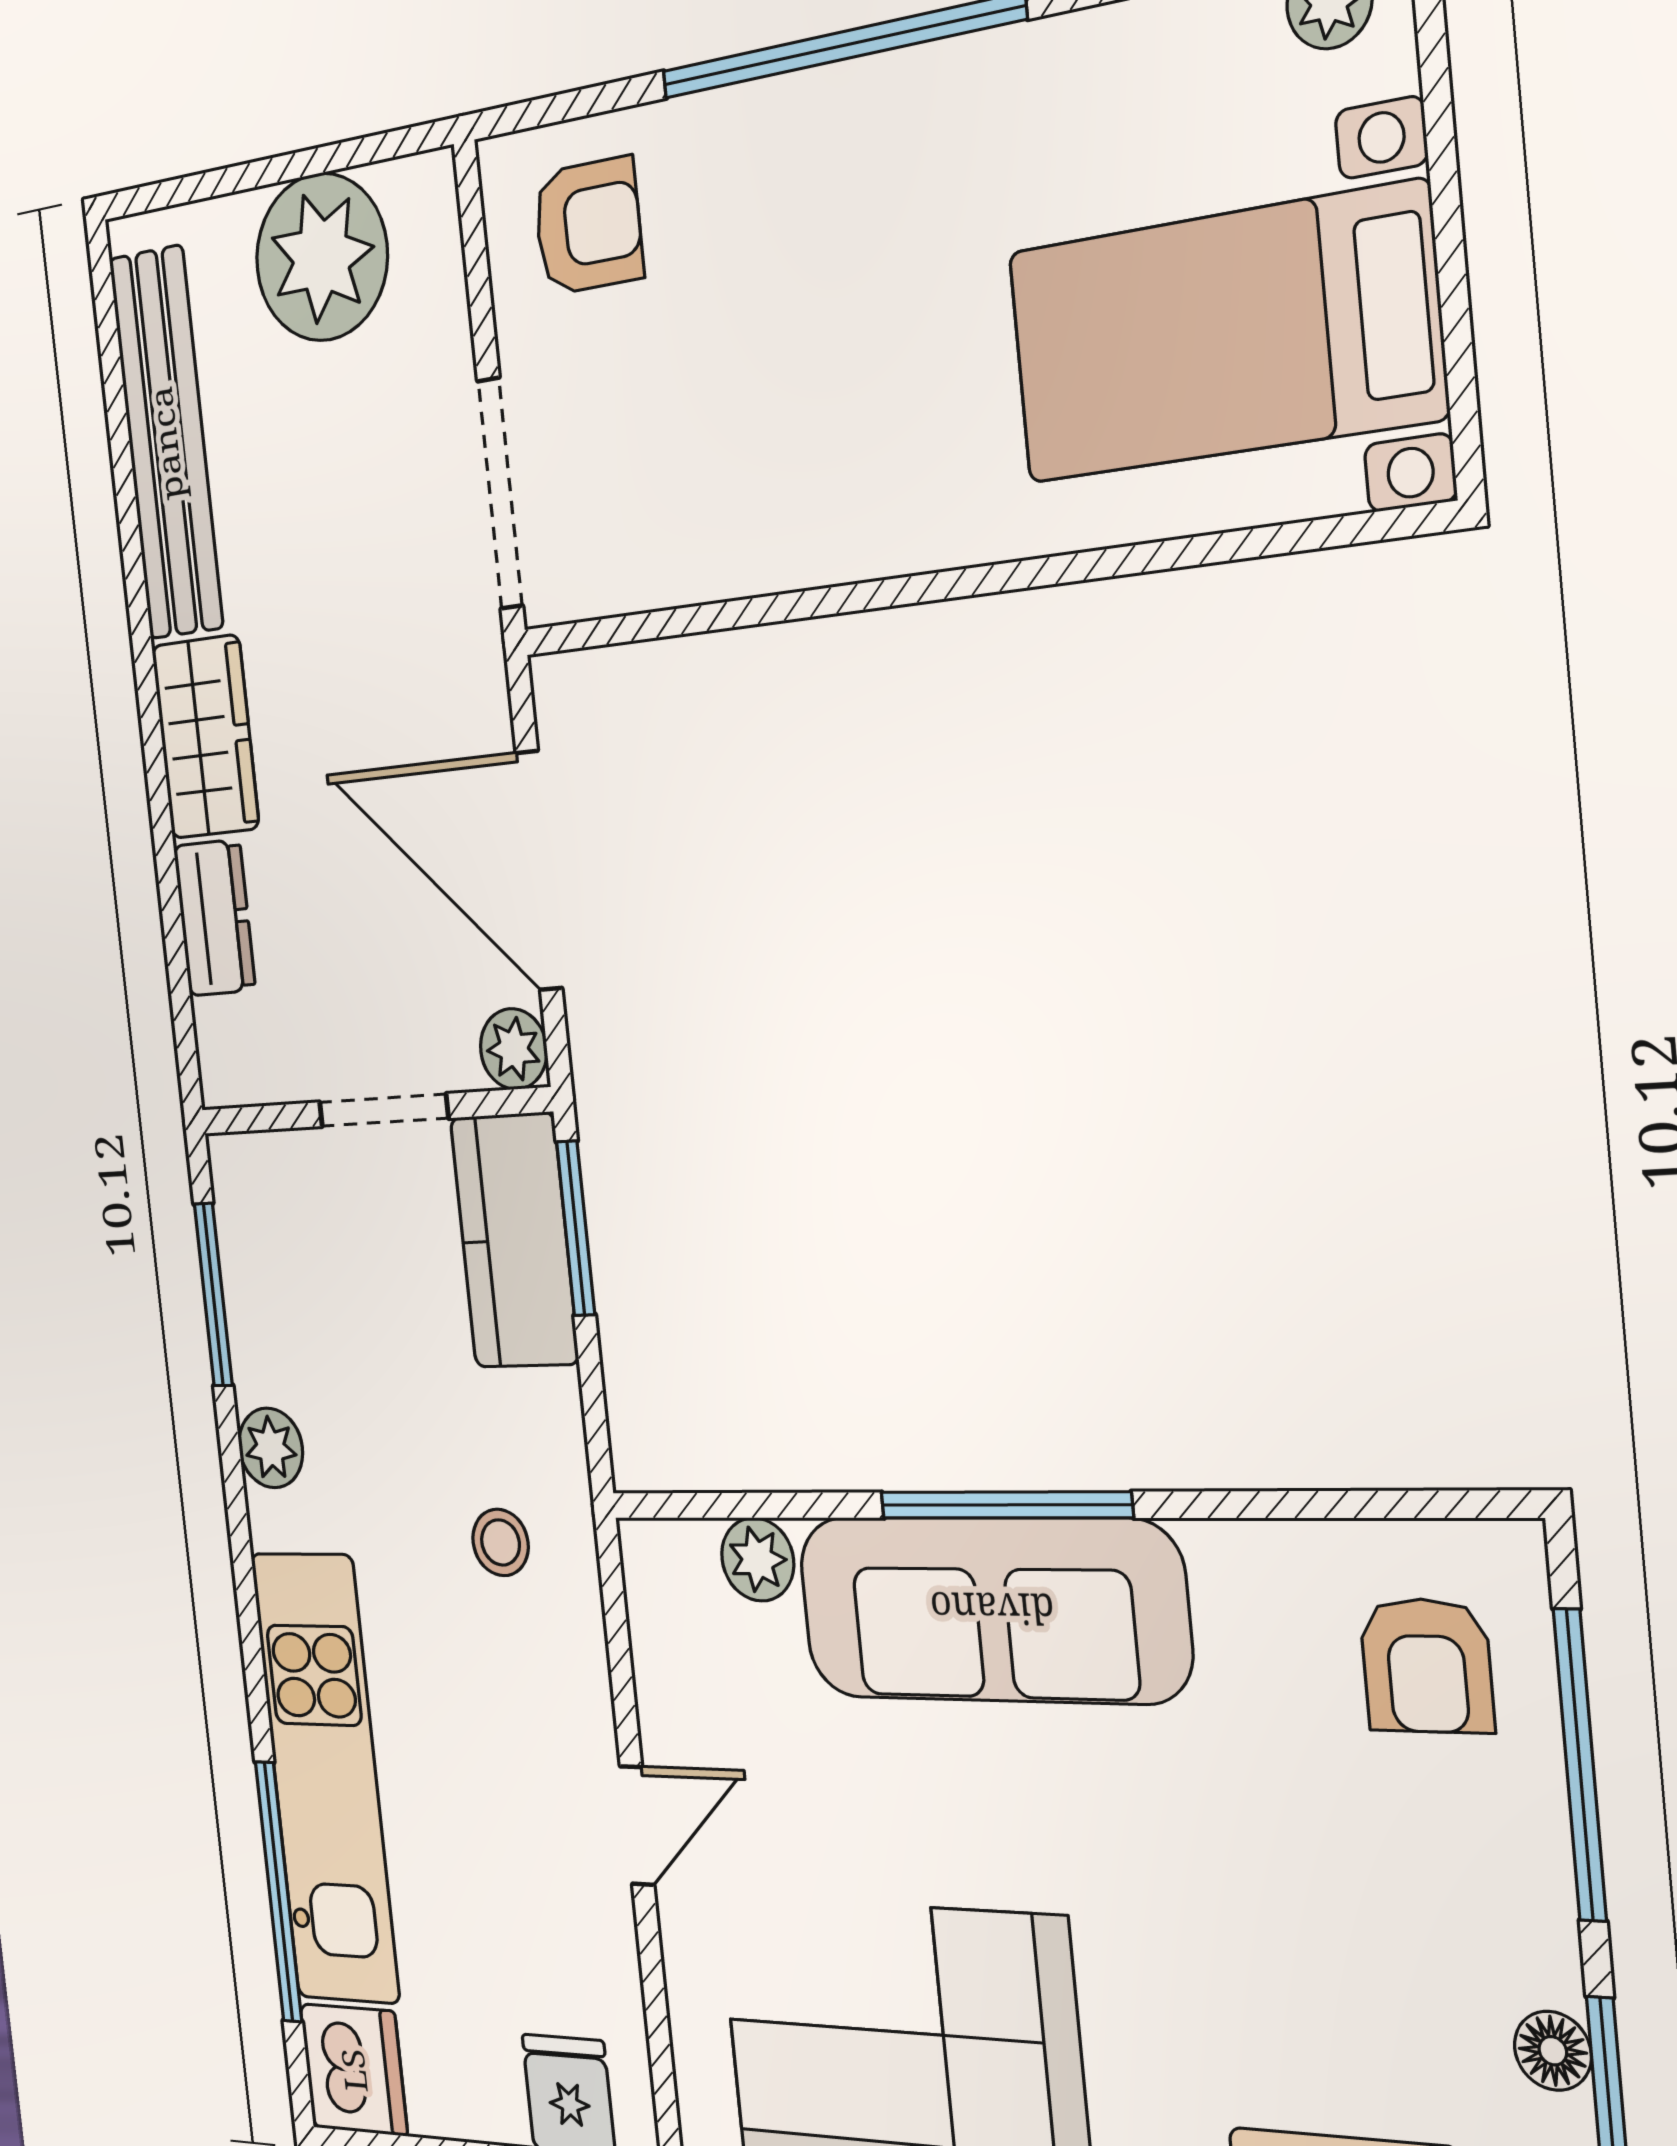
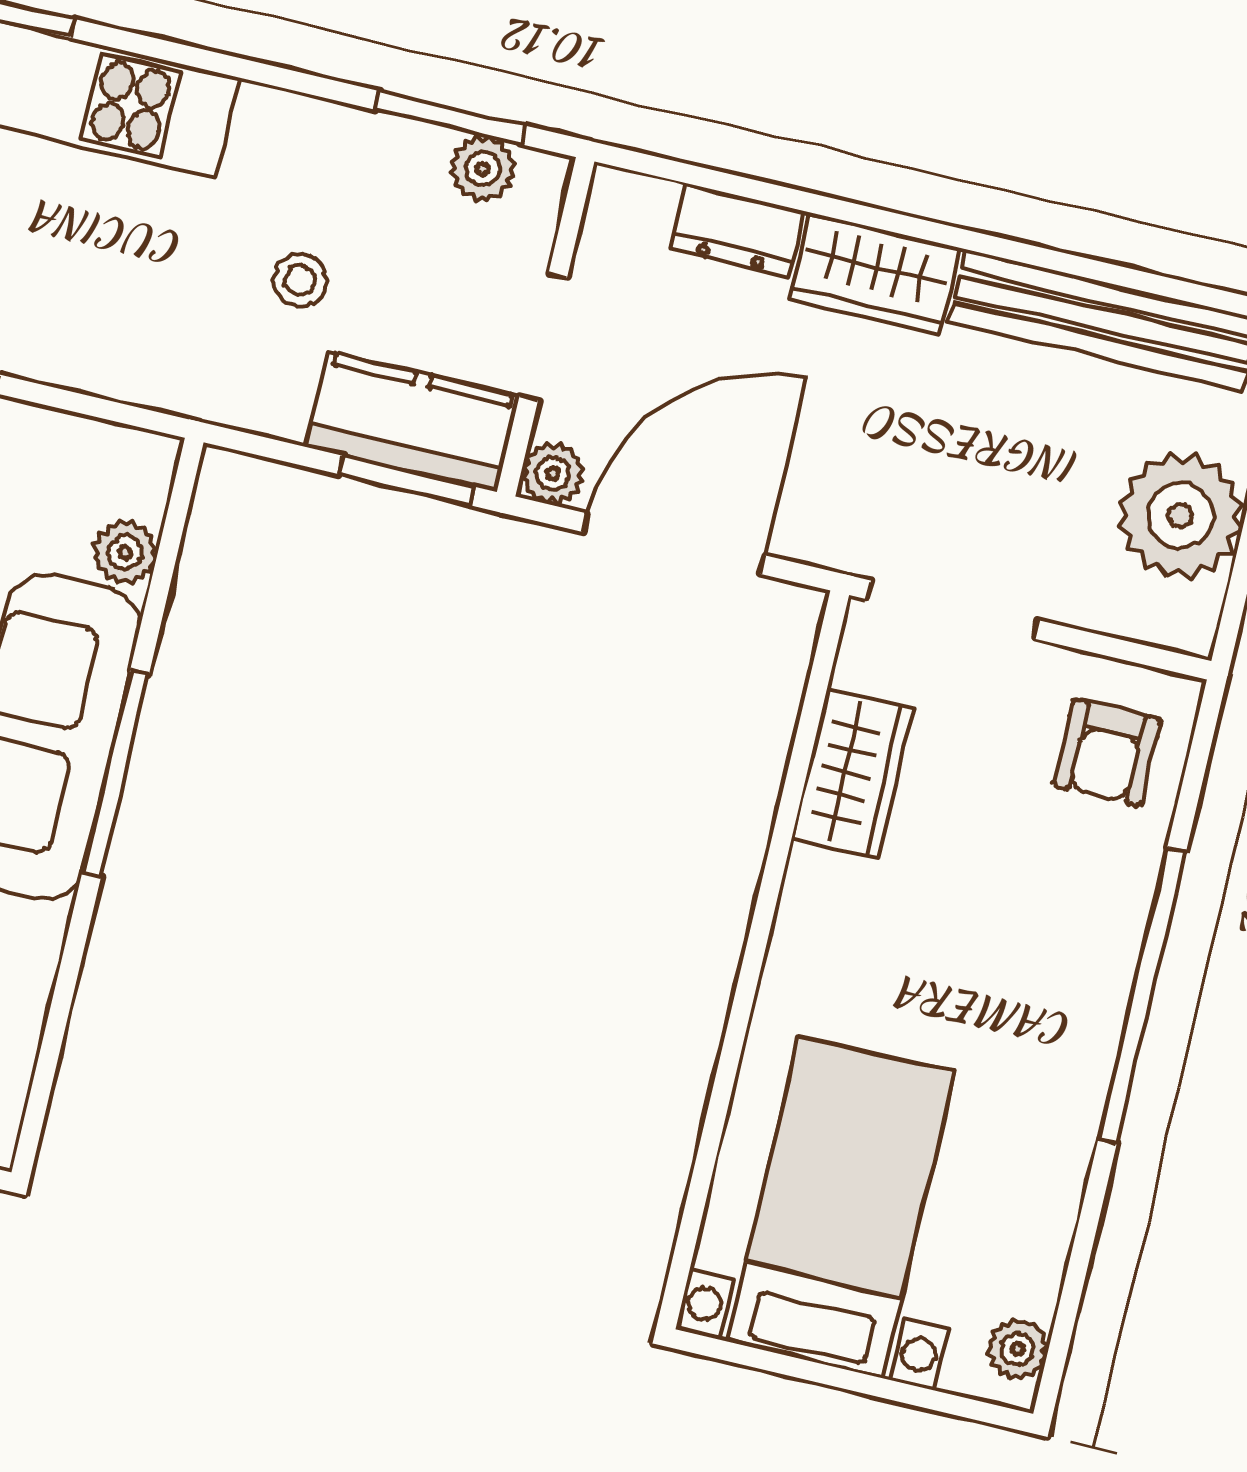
wardrobe: (711, 543) -> (852, 774), added
plant: (271, 1448) -> (482, 169), moved
stool: (501, 1542) -> (300, 280), moved

